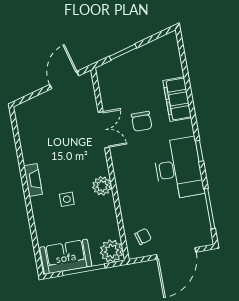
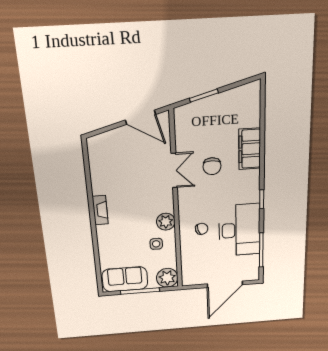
door: (64, 80) -> (140, 117), swing flipped
desk: (178, 168) -> (239, 230), moved
side table: (67, 199) -> (156, 244), moved
chair: (143, 236) -> (202, 229), moved

